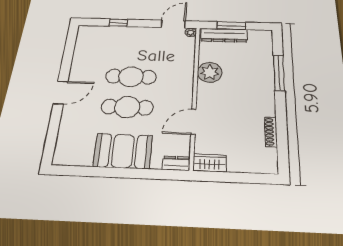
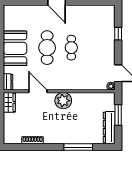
dresser: (224, 35) -> (109, 128), moved
plant: (210, 72) -> (63, 101), moved
cafe table: (131, 77) -> (71, 48), width x0.73, depth x0.74

